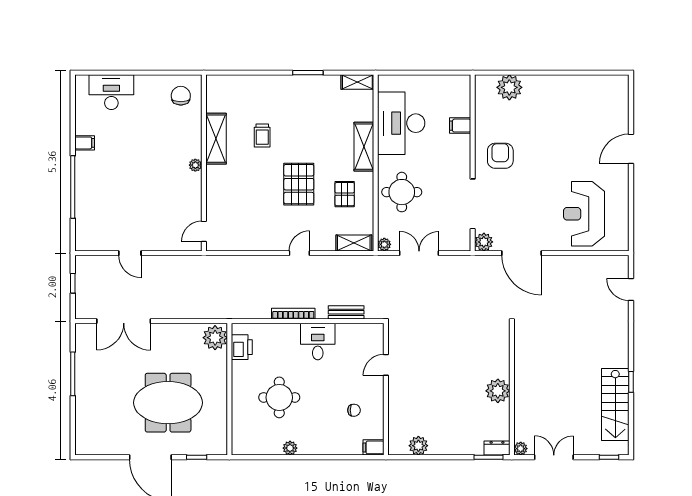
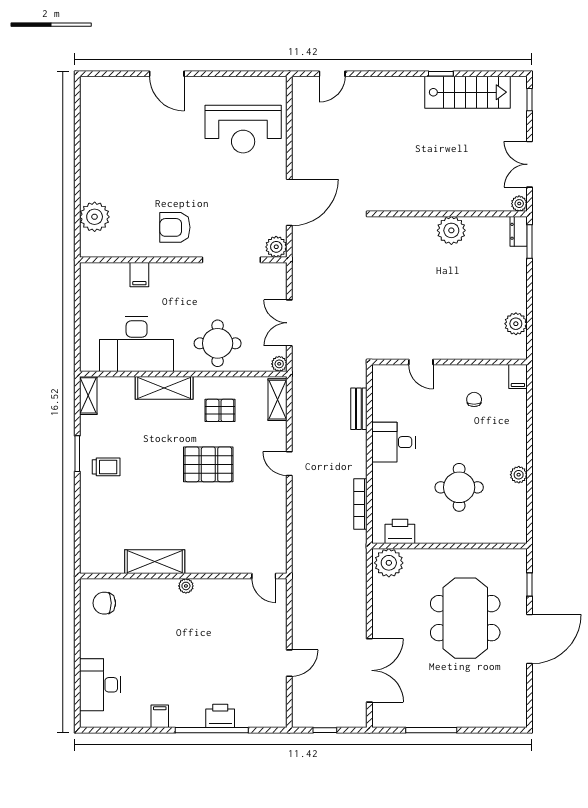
trolley: (262, 136) -> (106, 467), moved
printer: (85, 194) -> (220, 716), added
bookcase: (293, 314) -> (360, 504), moved

